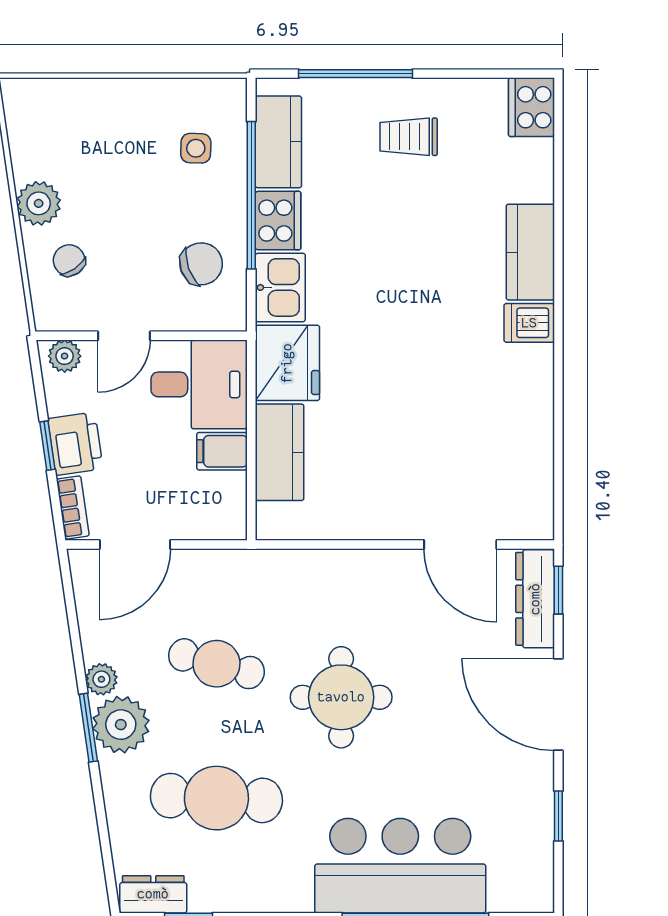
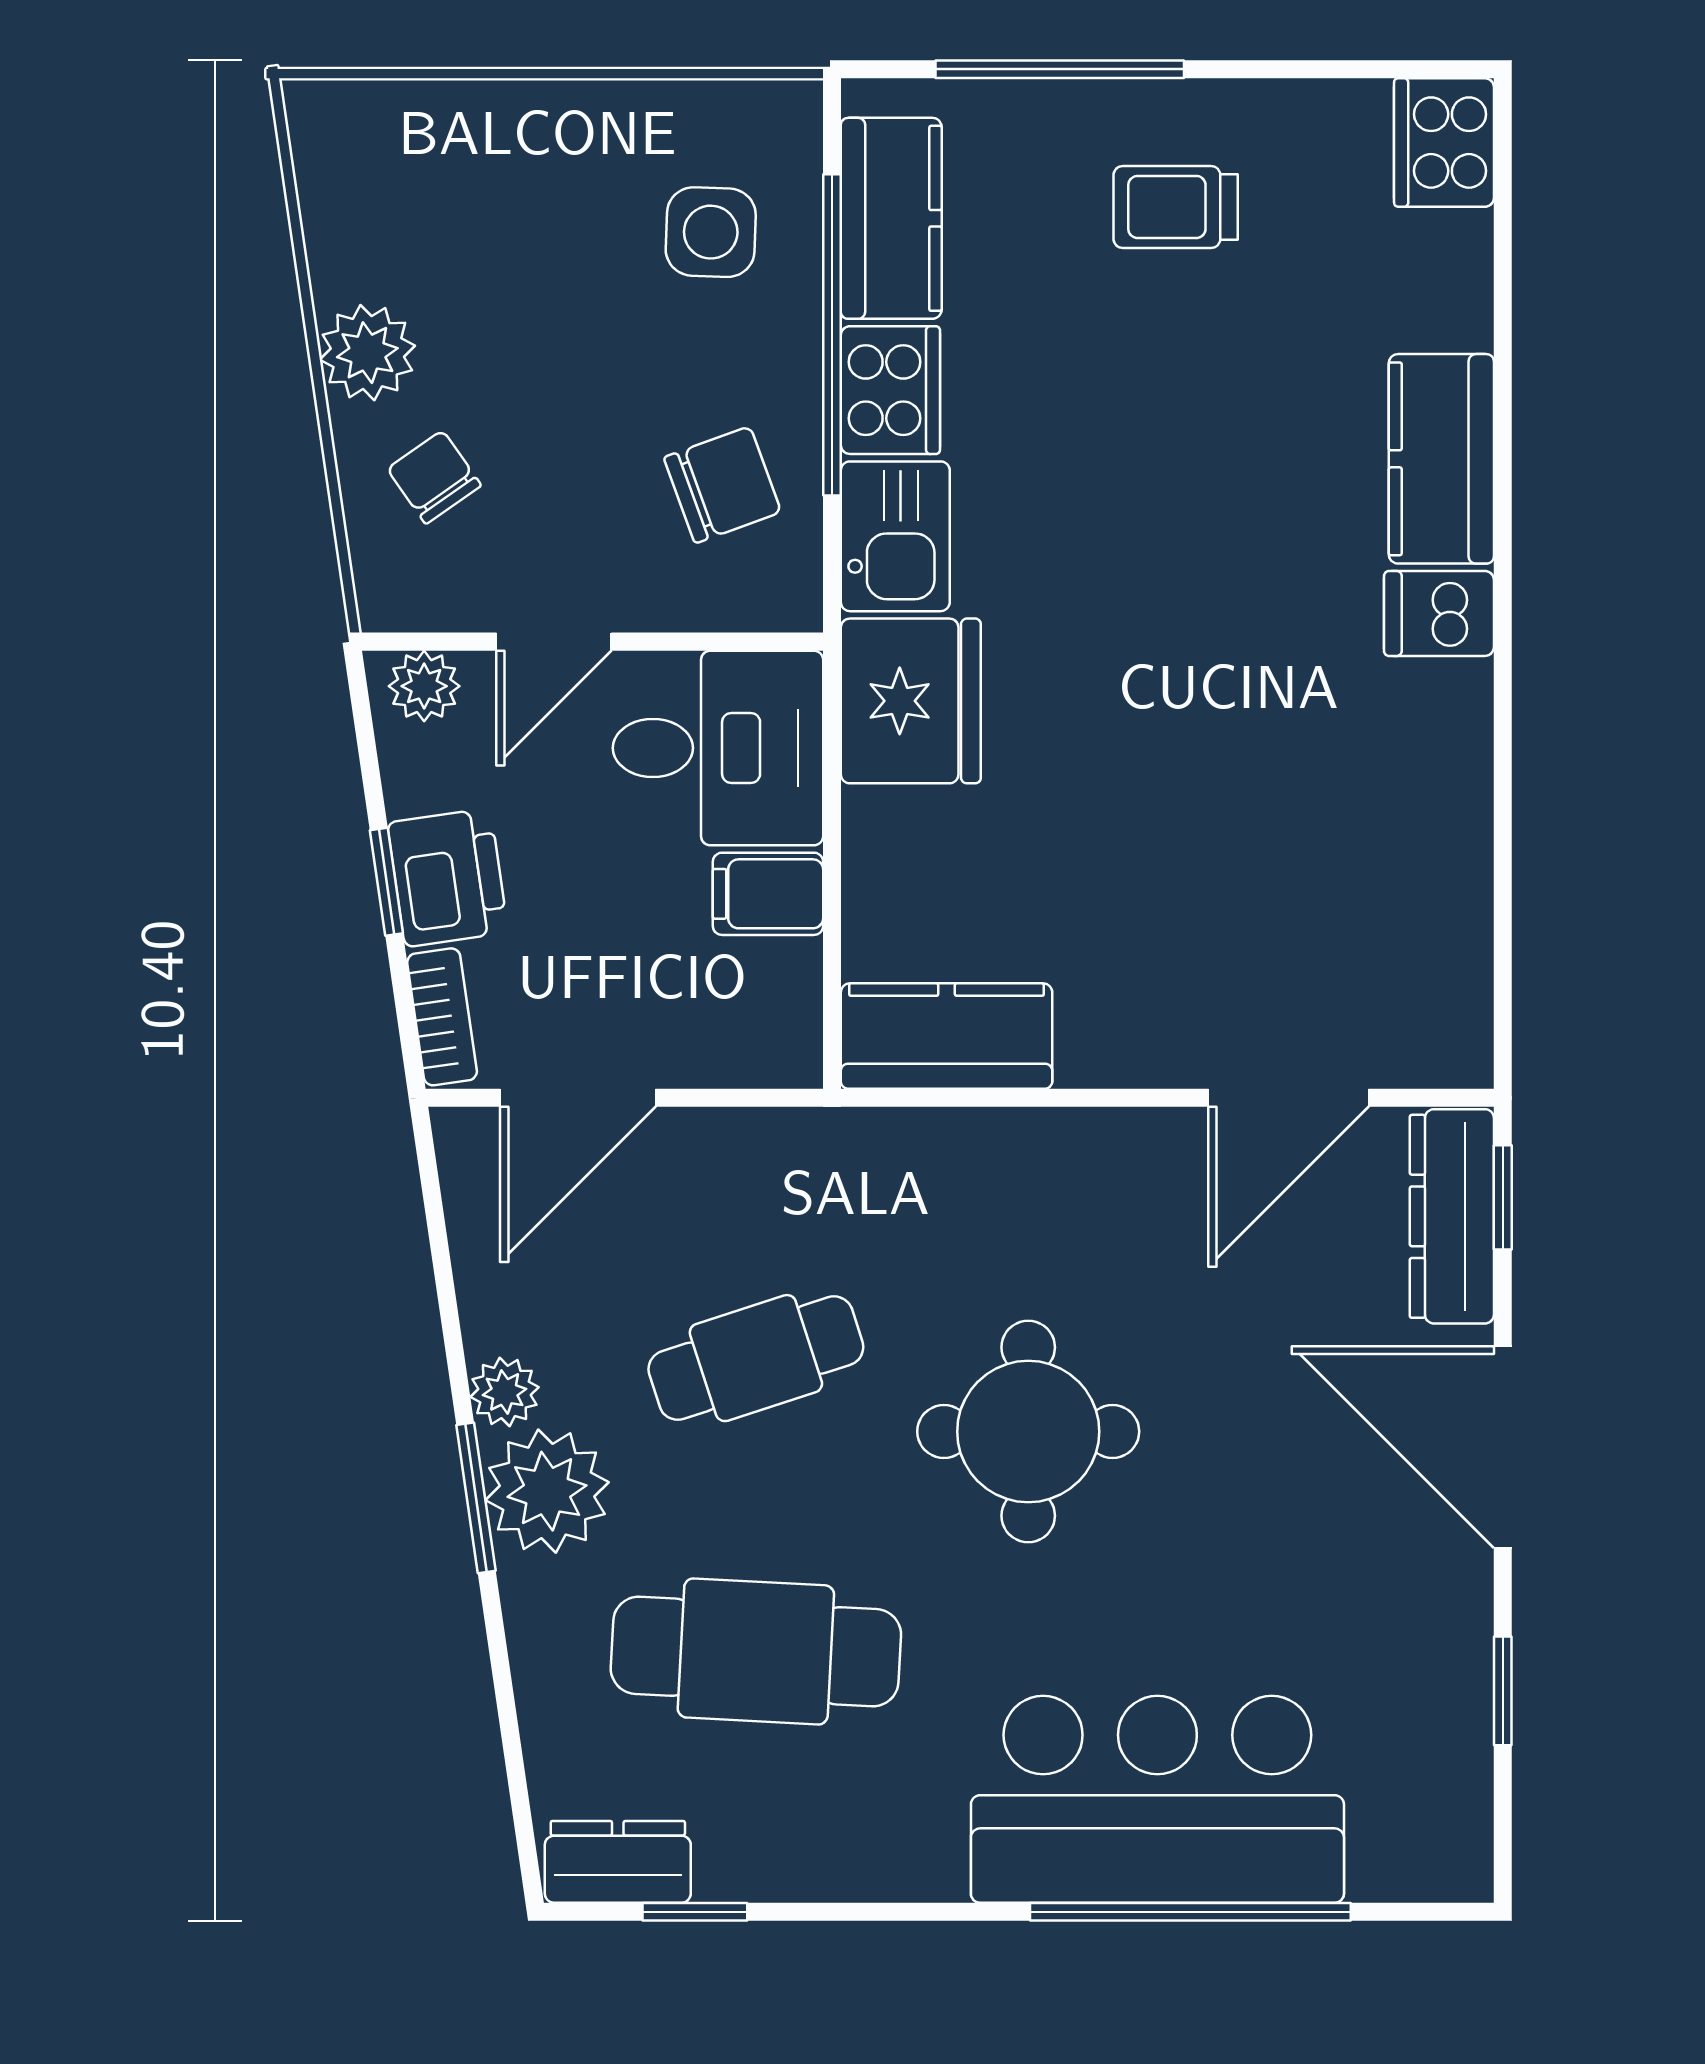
side table: (196, 148) -> (711, 232), width x1.37, depth x1.37
kitchen counter: (280, 452) -> (947, 1036), moved, turned -90
door: (460, 545) -> (1289, 1098), hinge flipped
cafe table: (216, 664) -> (756, 1358), turned -33

